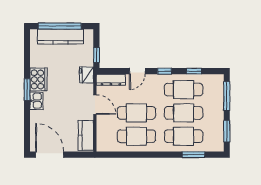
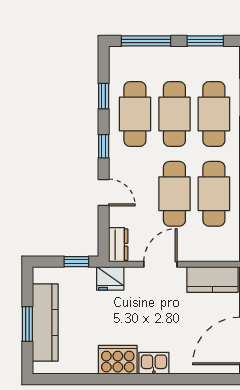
window: (60, 26) -> (27, 324), width x0.47
dresser: (111, 80) -> (118, 245), width x0.70
window: (27, 90) -> (135, 379), removed

